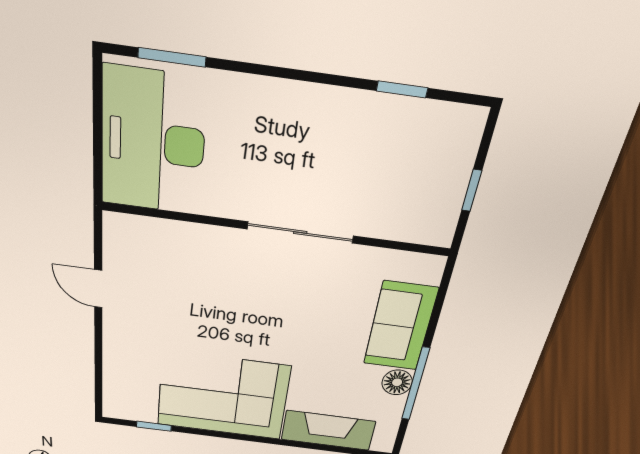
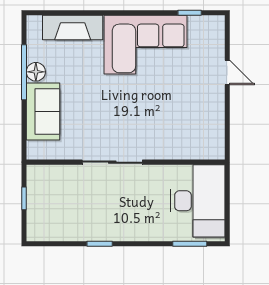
window: (402, 89) -> (100, 244), moved
door: (98, 289) -> (227, 72), moved

